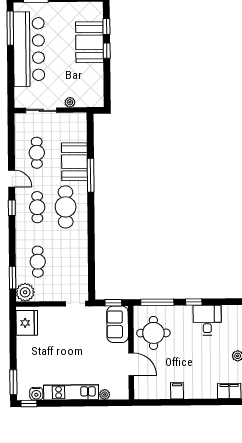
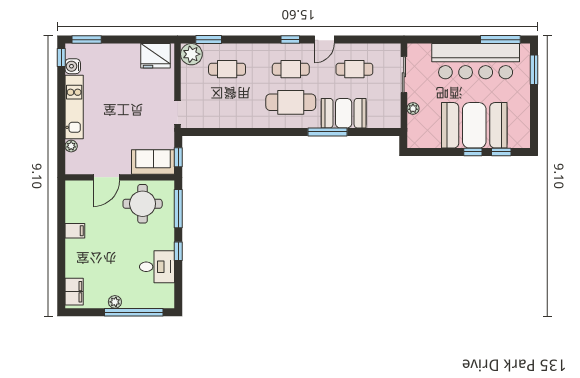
booth: (90, 42) -> (474, 125), width x1.36, depth x1.42

